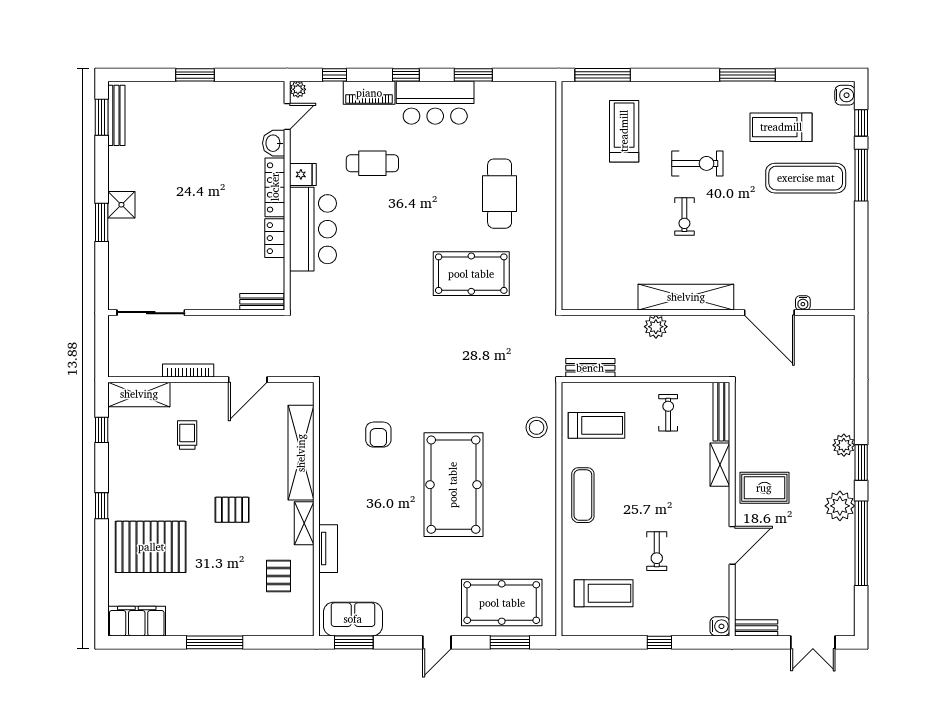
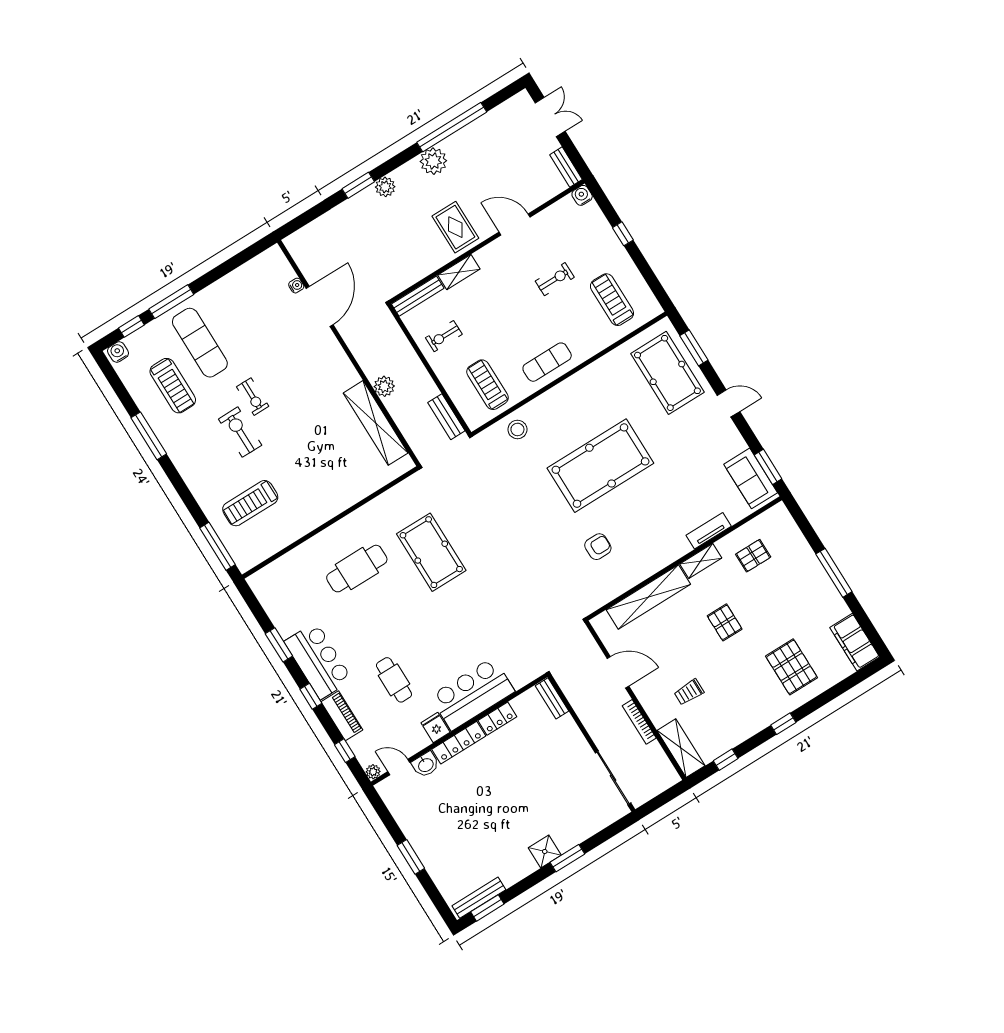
exercise bike: (684, 217) -> (253, 397), moved, turned 90
shelving: (686, 297) -> (376, 423), moved
window: (861, 462) -> (358, 185), moved
pallet: (151, 547) -> (792, 667), width x0.73, depth x0.71

